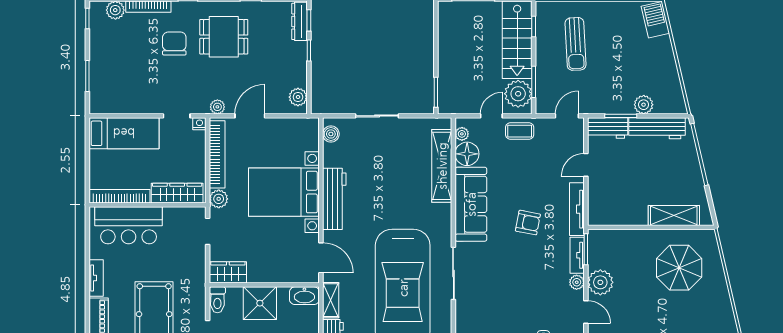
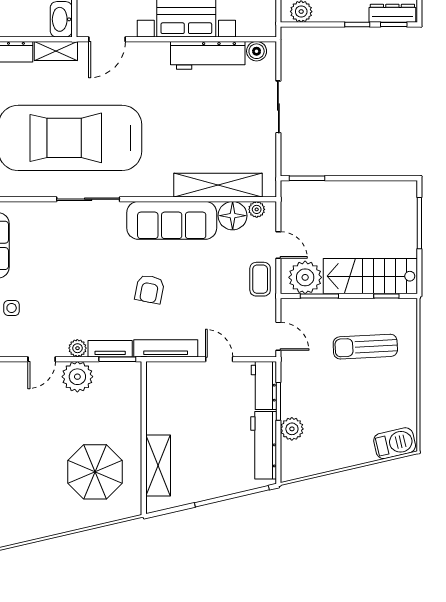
workbench: (334, 199) -> (208, 55), moved

